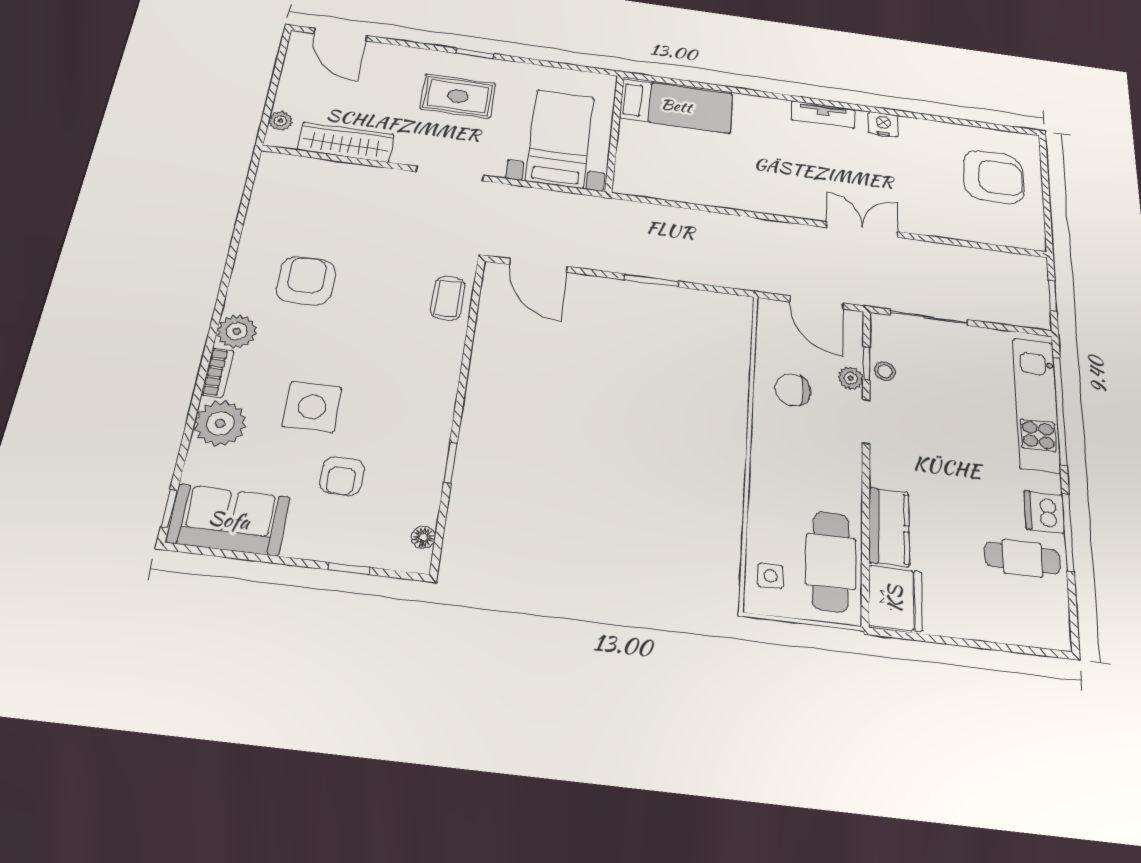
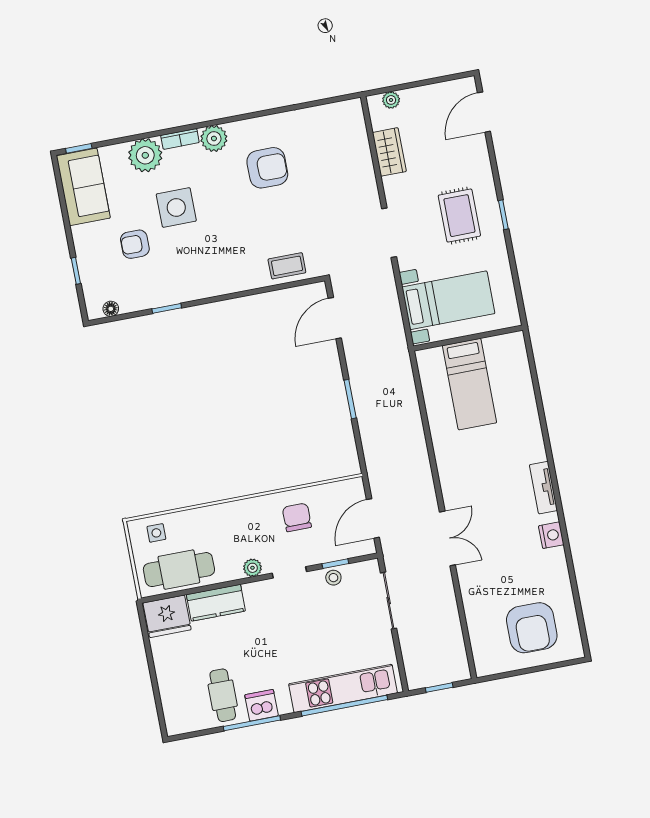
bed: (676, 106) -> (470, 384), moved
wardrobe: (346, 142) -> (389, 152), width x0.67
plant: (851, 378) -> (252, 568), moved

